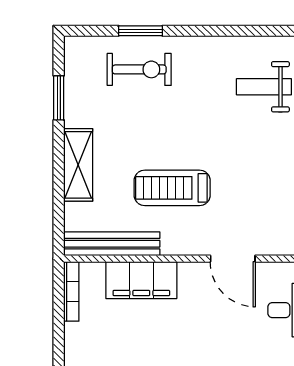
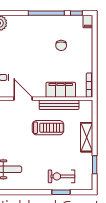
bench: (112, 244) -> (59, 105), moved

